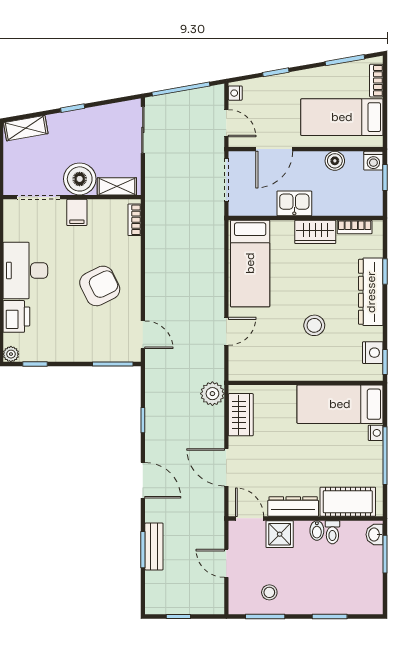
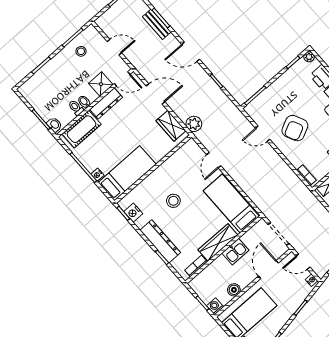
wardrobe: (315, 232) -> (218, 242), width x1.50
door: (143, 335) -> (263, 134), moved

